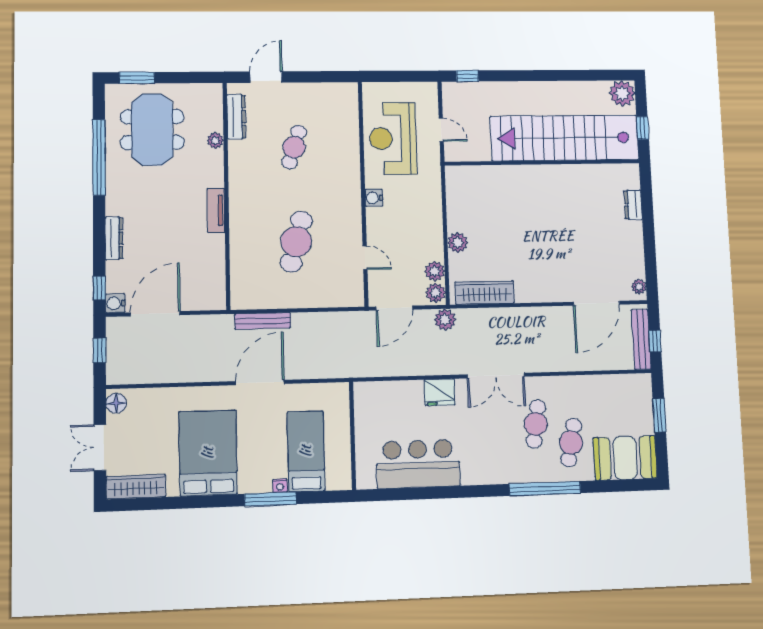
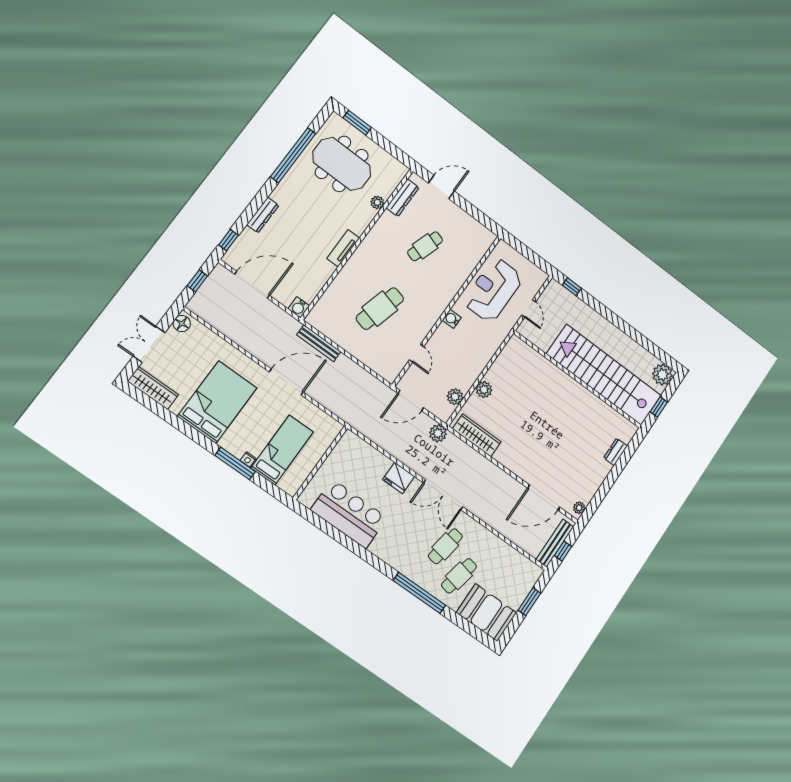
meeting table: (152, 130) -> (342, 164), turned 90
plant: (436, 293) -> (445, 411), removed
water cooler: (115, 303) -> (299, 307), moved, turned -90

